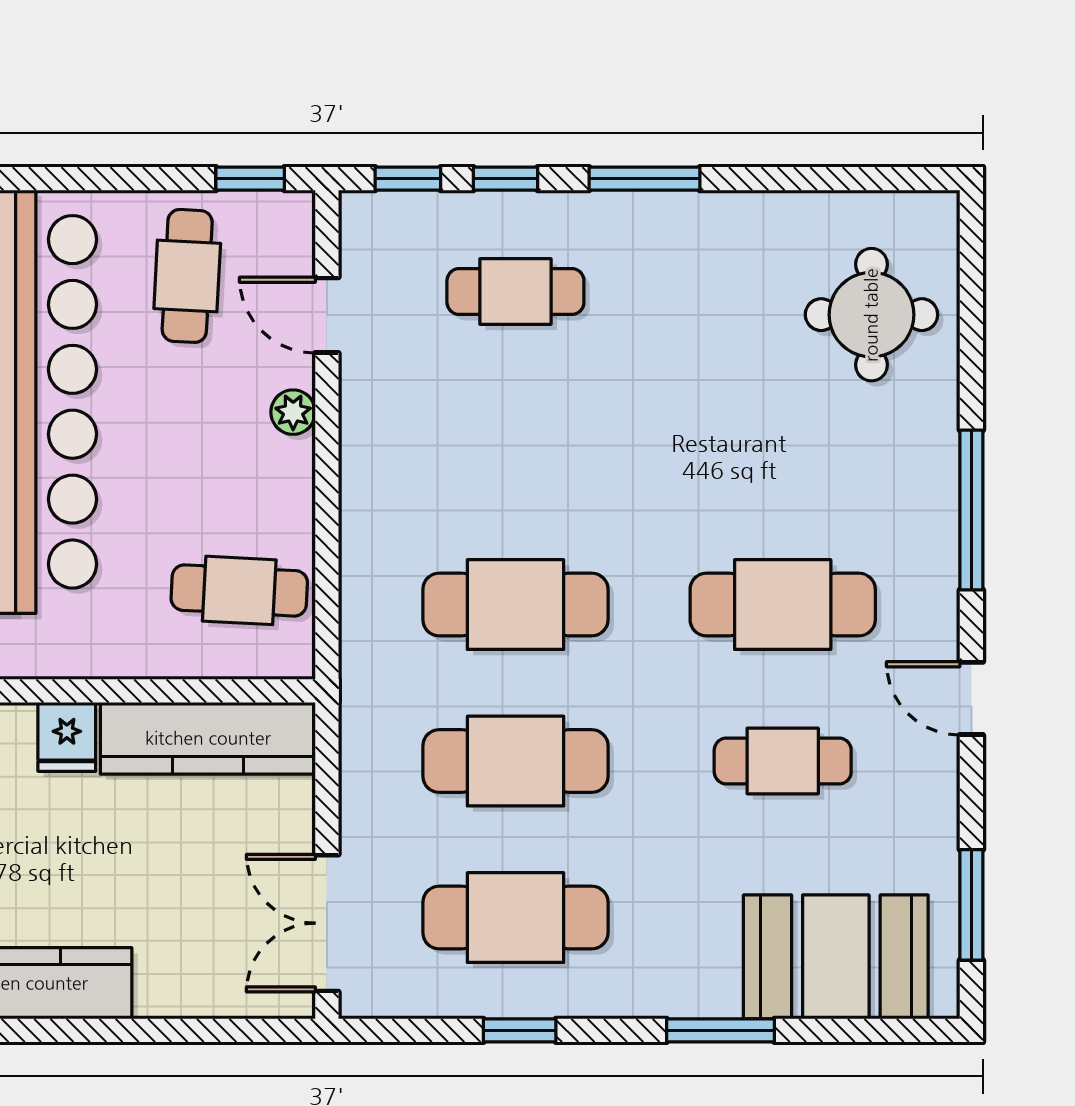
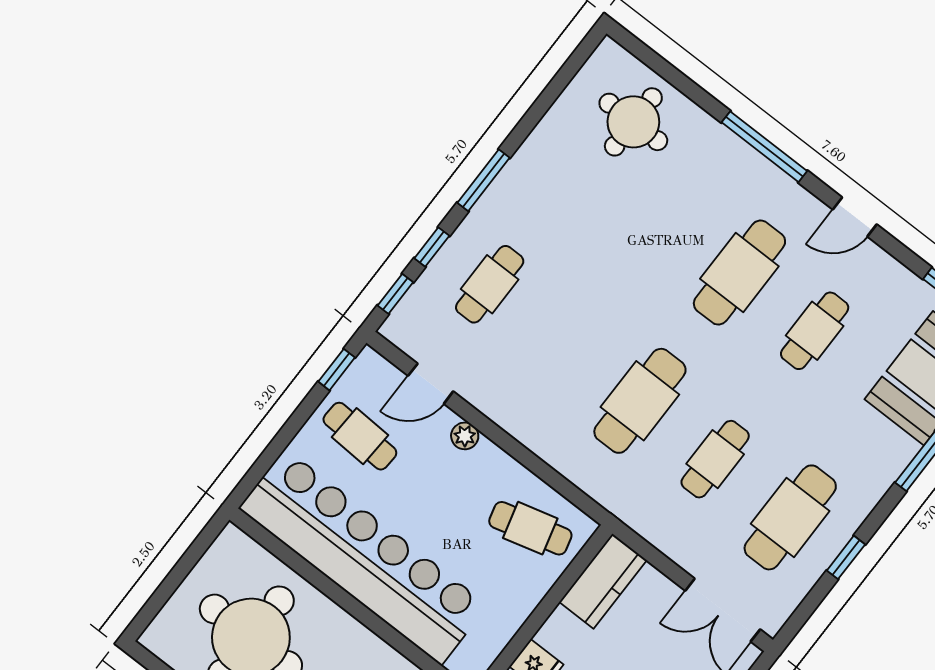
cafe table: (239, 590) -> (530, 528), turned 72
kitchen counter: (208, 738) -> (603, 581), width x0.67
cafe table: (515, 761) -> (715, 459), width x0.73, depth x0.74

